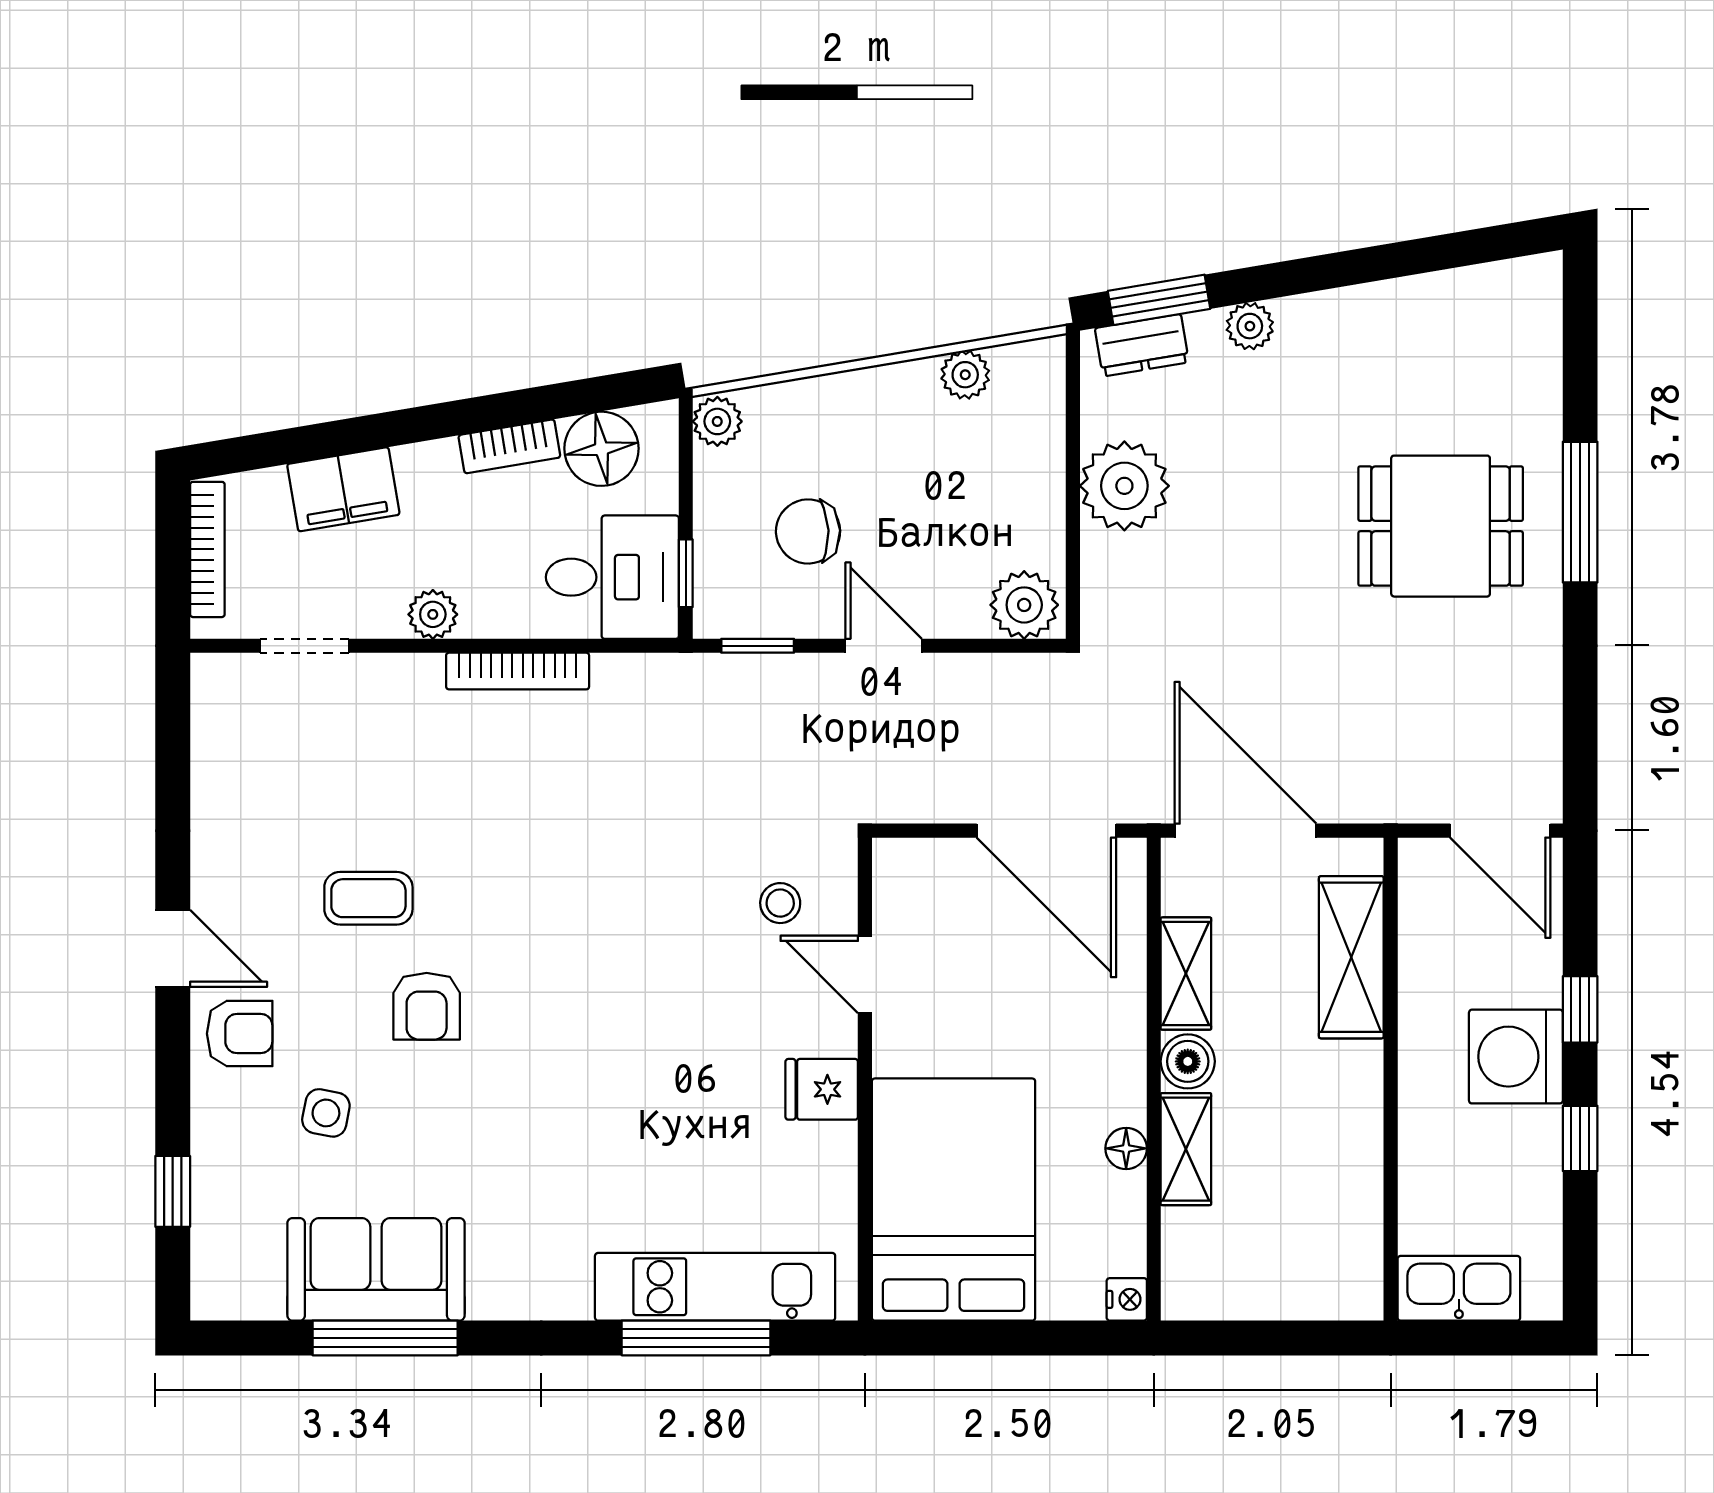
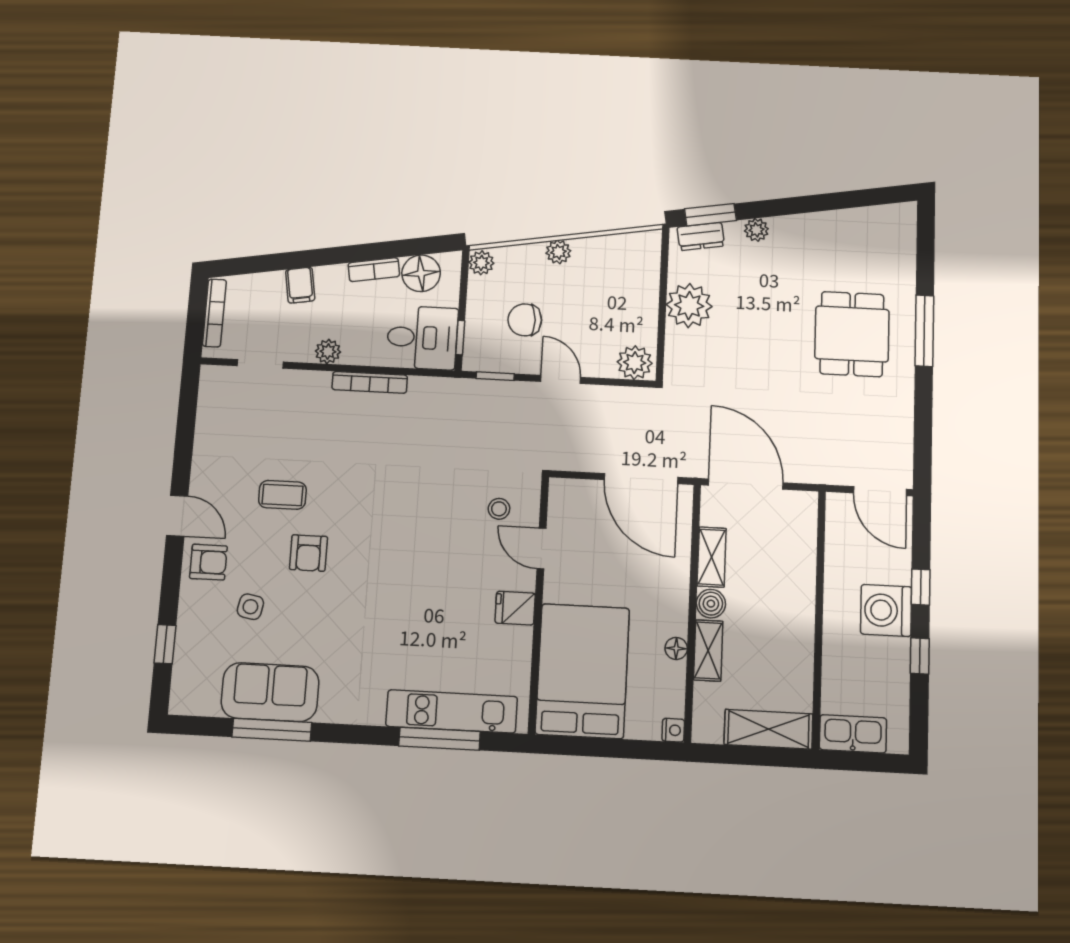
plant: (965, 375) -> (558, 252), moved
filing cabinet: (343, 489) -> (300, 285), width x0.50
dining table: (1441, 526) -> (852, 334), turned 90
shelving: (1351, 957) -> (768, 729), moved, turned 90

